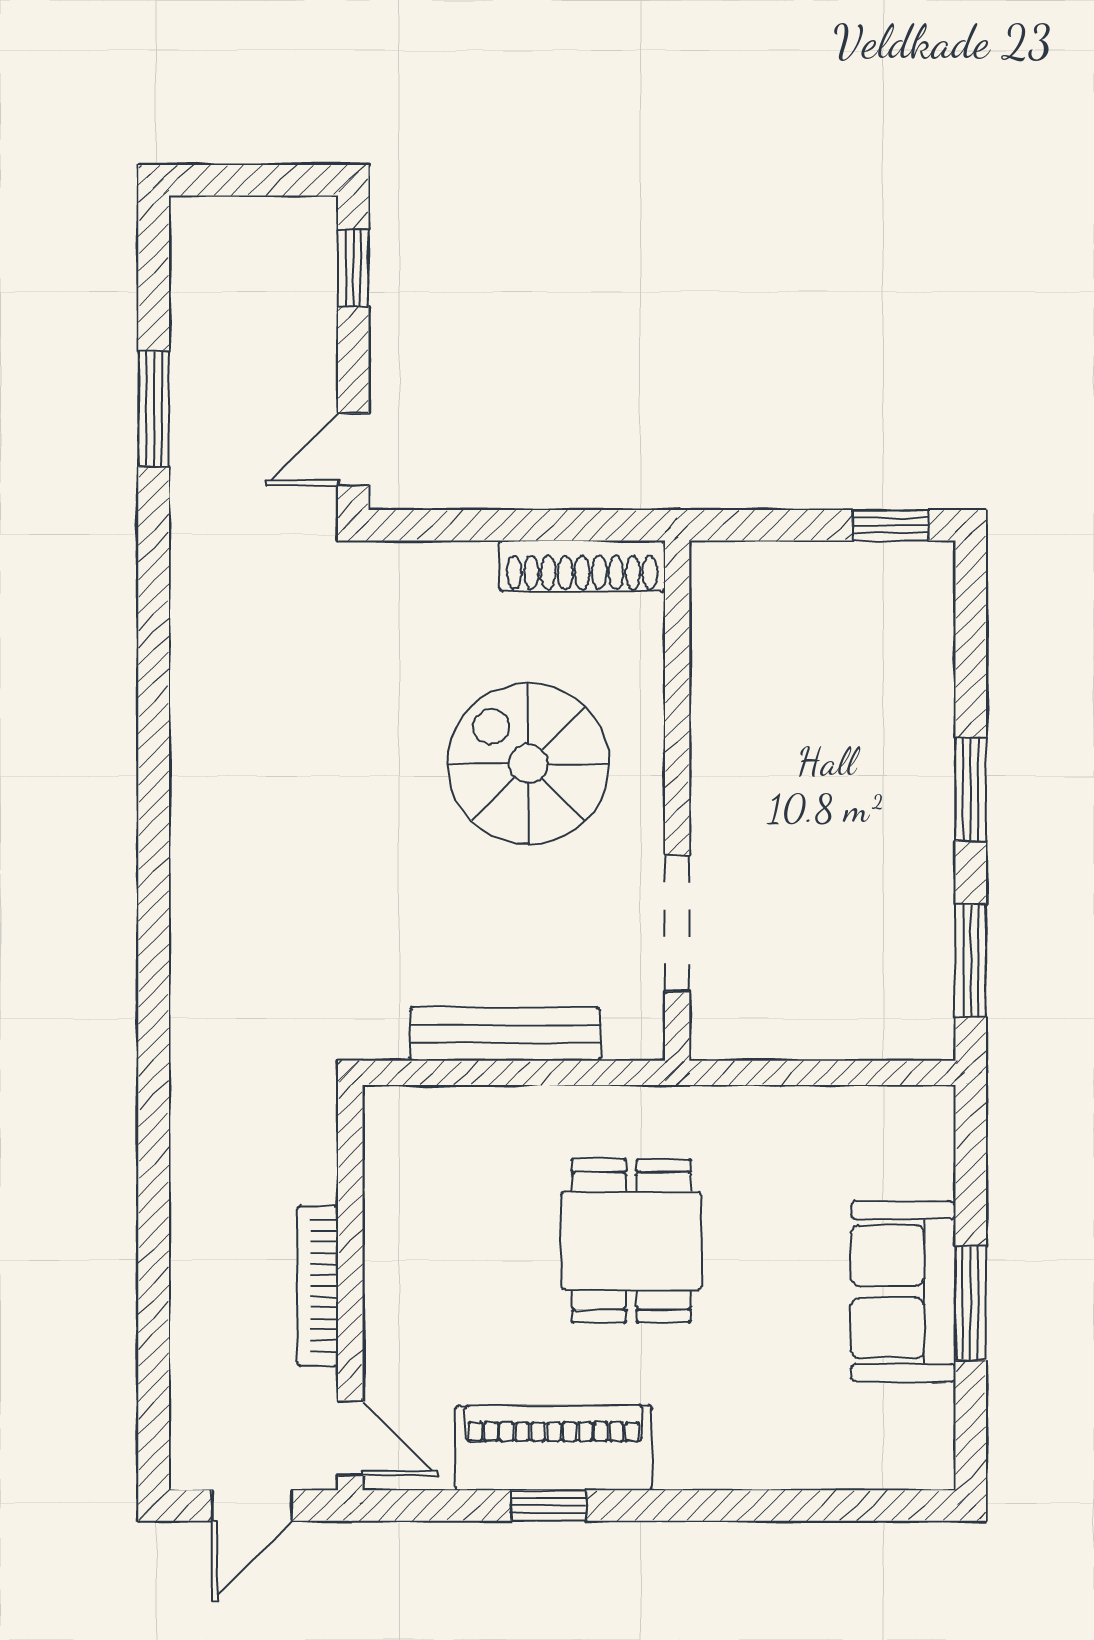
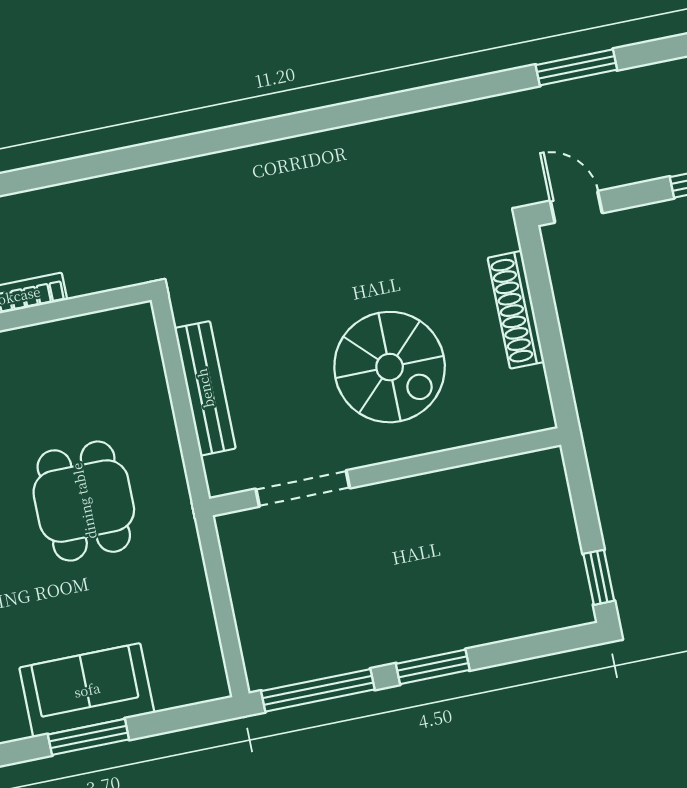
shoe rack: (582, 566) -> (516, 310), moved
spiral stairs: (528, 764) -> (390, 367), turned 90
window: (971, 960) -> (318, 690), width x1.44
dining table: (631, 1241) -> (84, 501), turned 90

